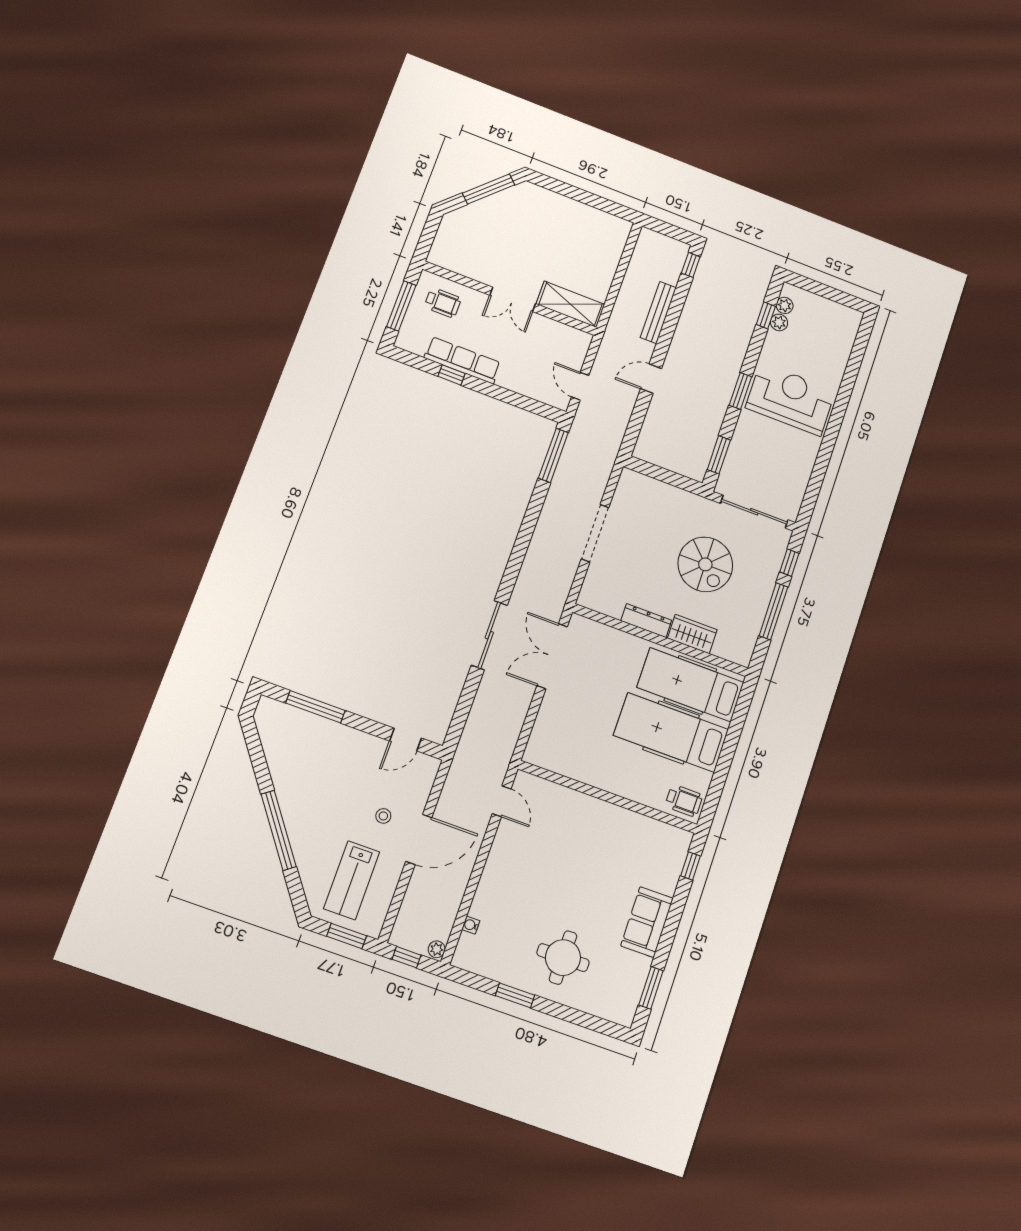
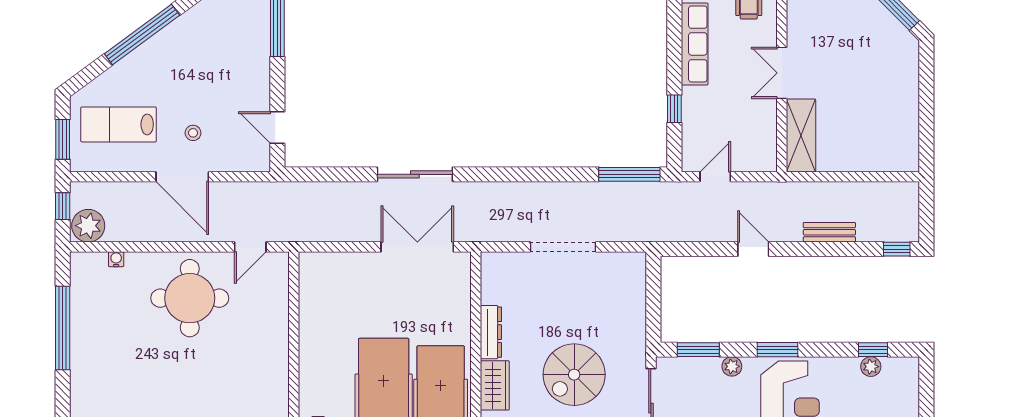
plant: (785, 305) -> (732, 366), moved
bench: (658, 313) -> (829, 232), width x0.73
window: (452, 375) -> (674, 109), moved
plant: (437, 949) -> (88, 226), width x1.88, depth x1.88
round table: (563, 958) -> (190, 298), moved, width x1.36, depth x1.36
window: (515, 995) -> (63, 328), width x2.11

